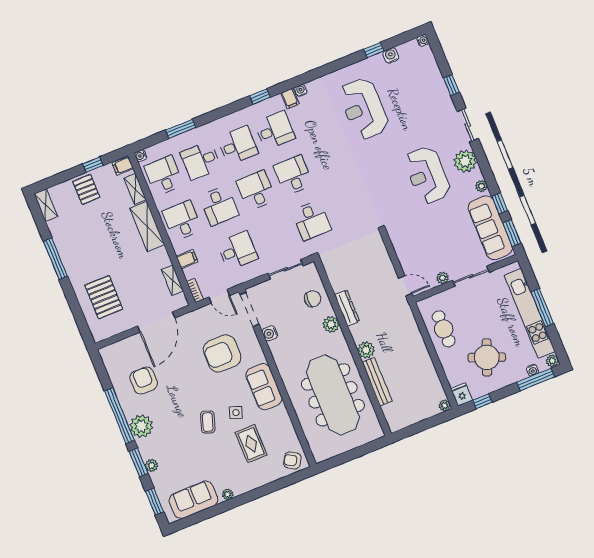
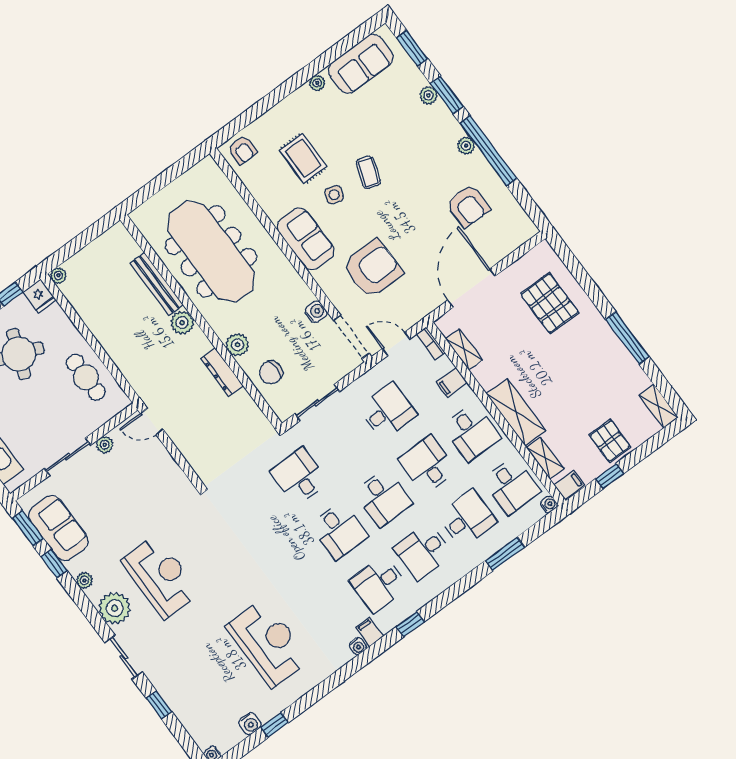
sofa: (490, 228) -> (58, 528), width x0.73
desk: (237, 251) -> (387, 411), turned 180
plant: (141, 426) -> (466, 146), width x0.53, depth x0.53
armchair: (292, 461) -> (242, 150), turned 59

